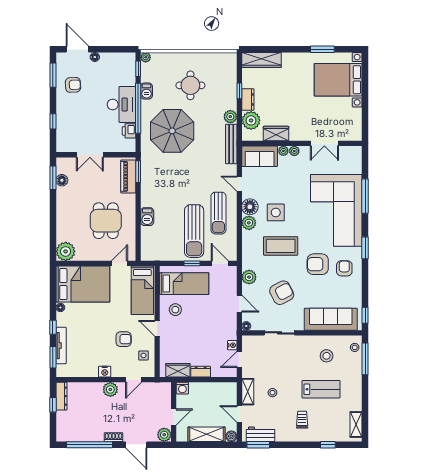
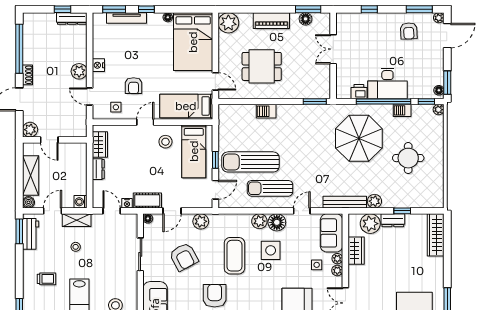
window: (121, 49) -> (447, 83), added
plant: (61, 57) -> (439, 18), added
floor lamp: (95, 57) -> (439, 90), moved
side table: (289, 170) -> (317, 265), added
piano: (128, 176) -> (271, 21), moved, turned 180
cot: (230, 326) -> (147, 201), added
washing machine: (182, 388) -> (81, 202), moved

